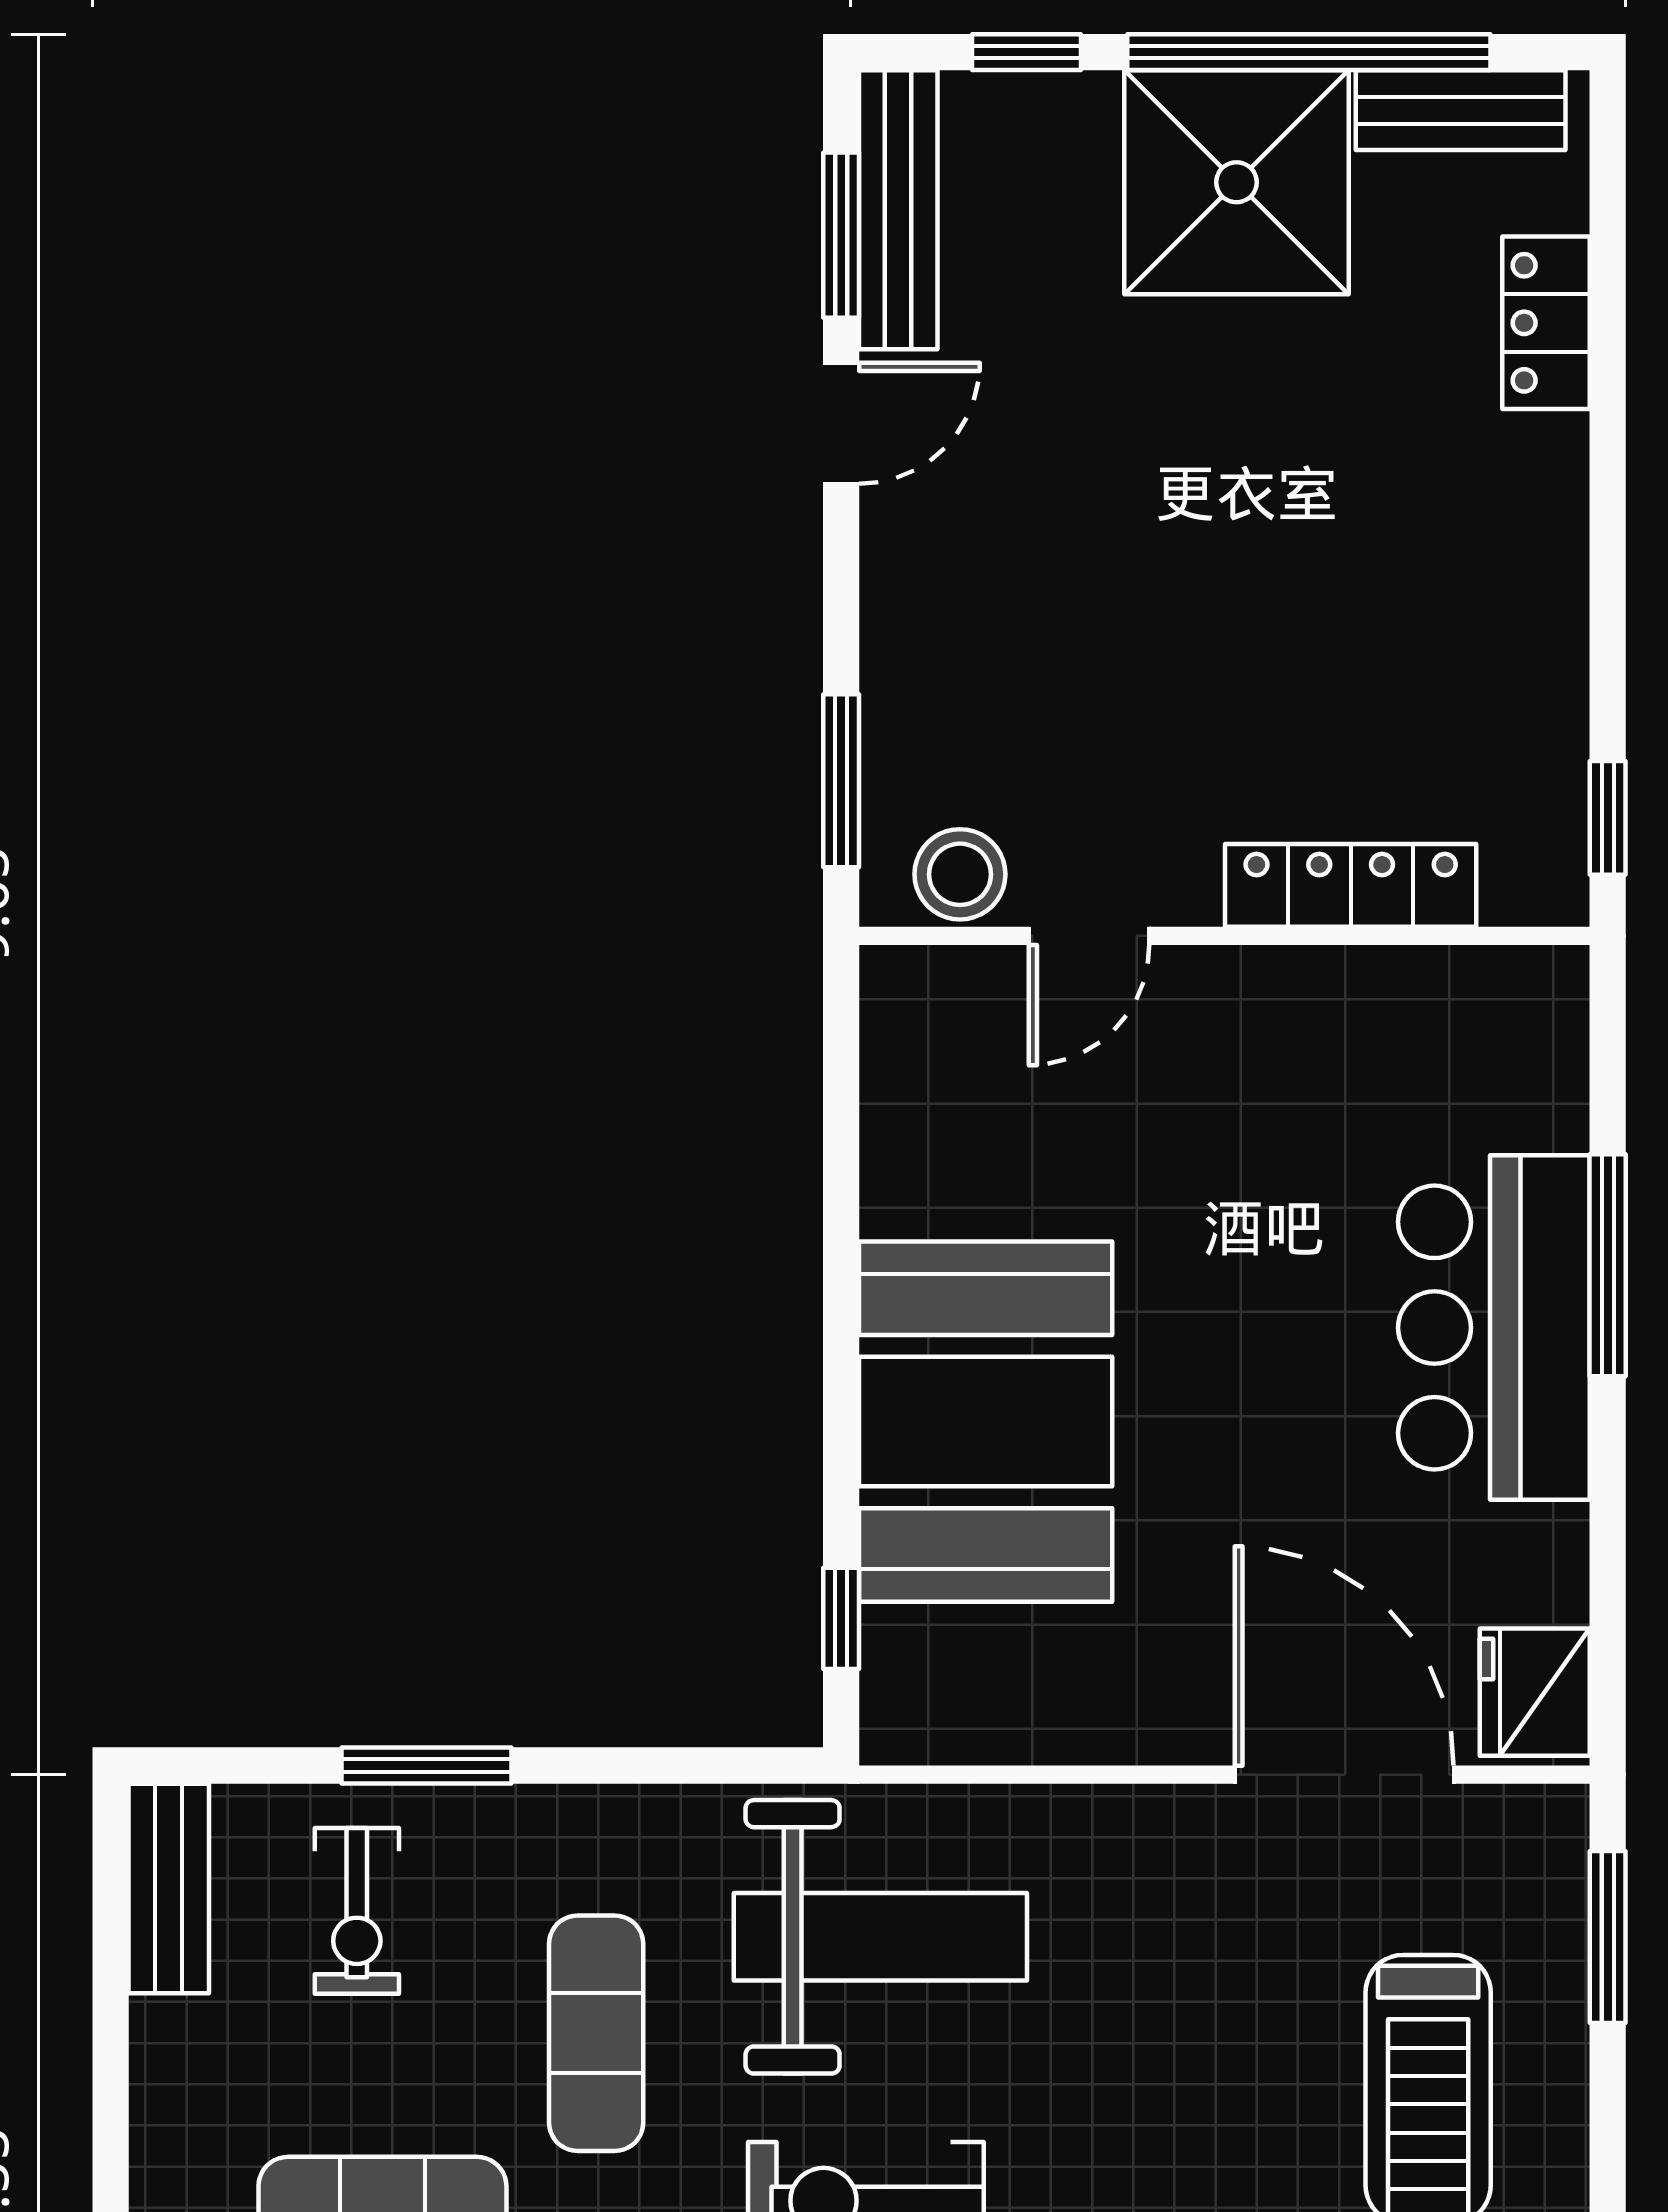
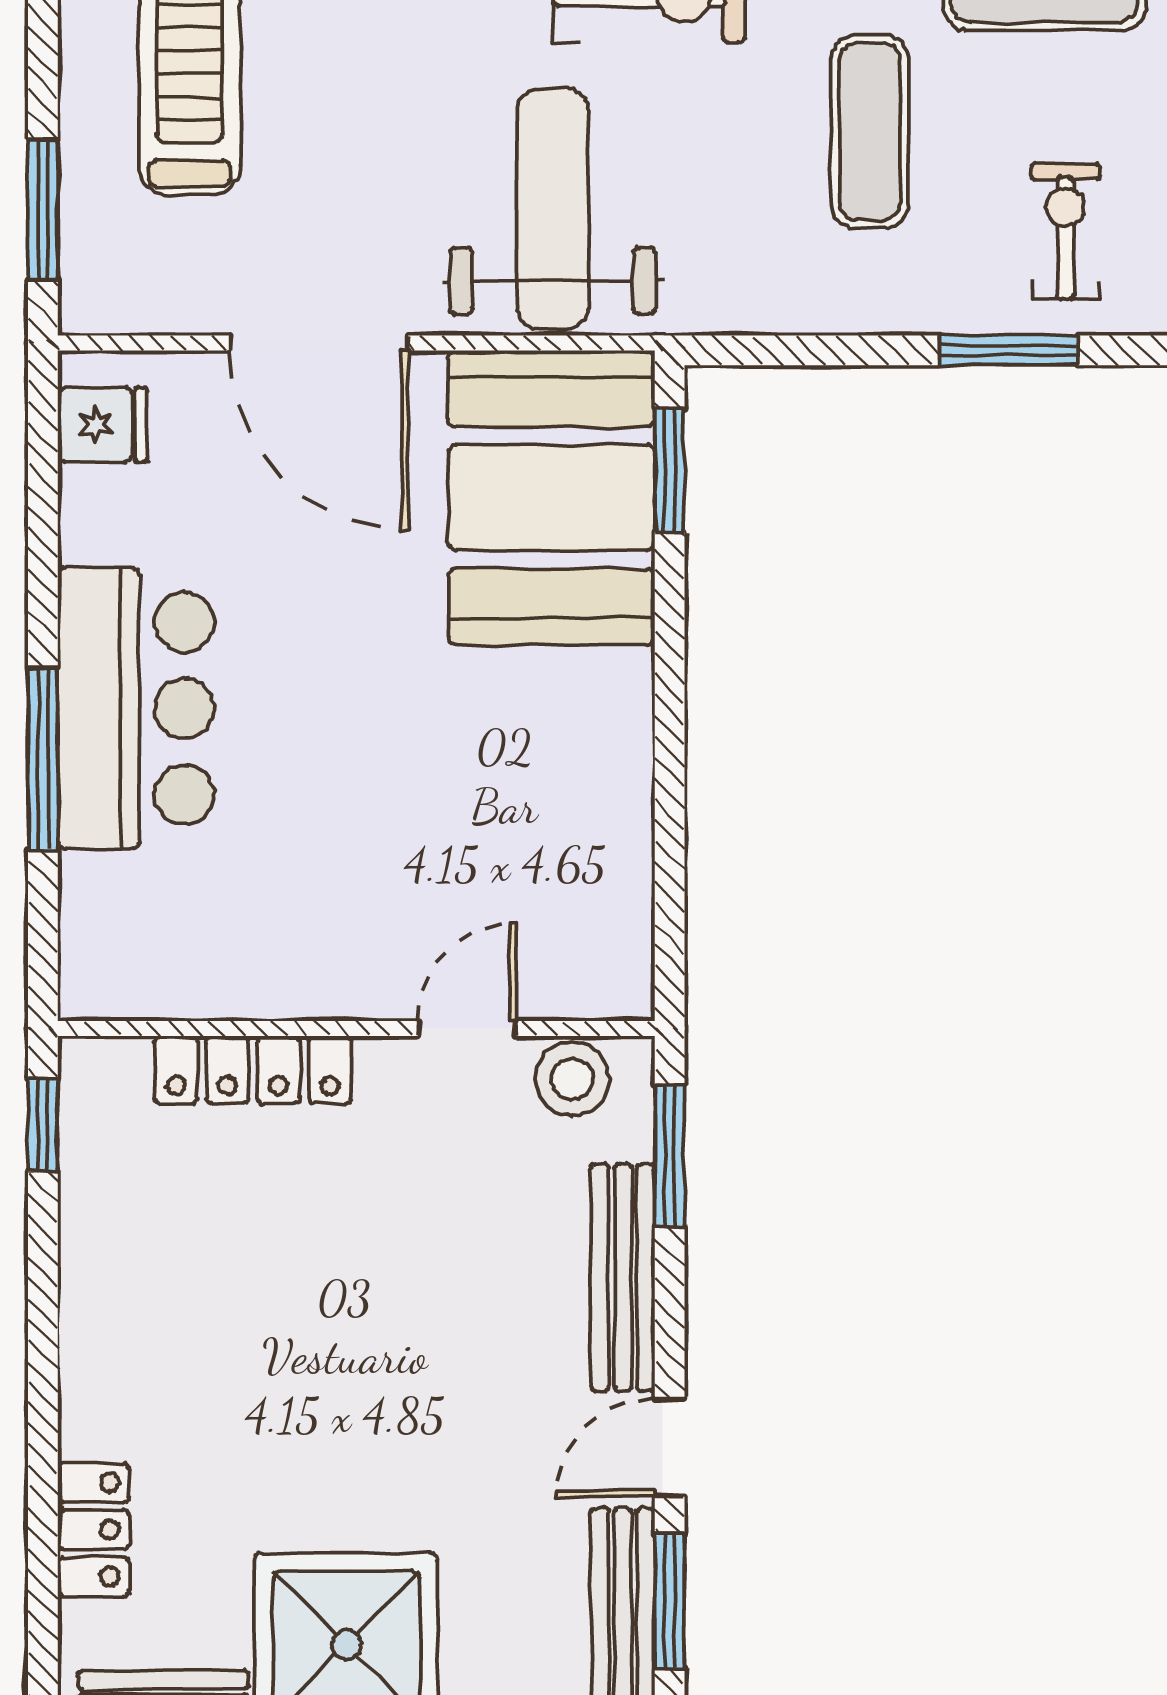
bench: (898, 631) -> (623, 1278), added
booth: (986, 1422) -> (551, 498), moved
window: (841, 1618) -> (670, 471), width x1.50
fridge: (1535, 1692) -> (102, 425), width x0.72
door: (1344, 1775) -> (319, 343), moved
weight bench: (880, 1937) -> (553, 209), moved, turned 90

